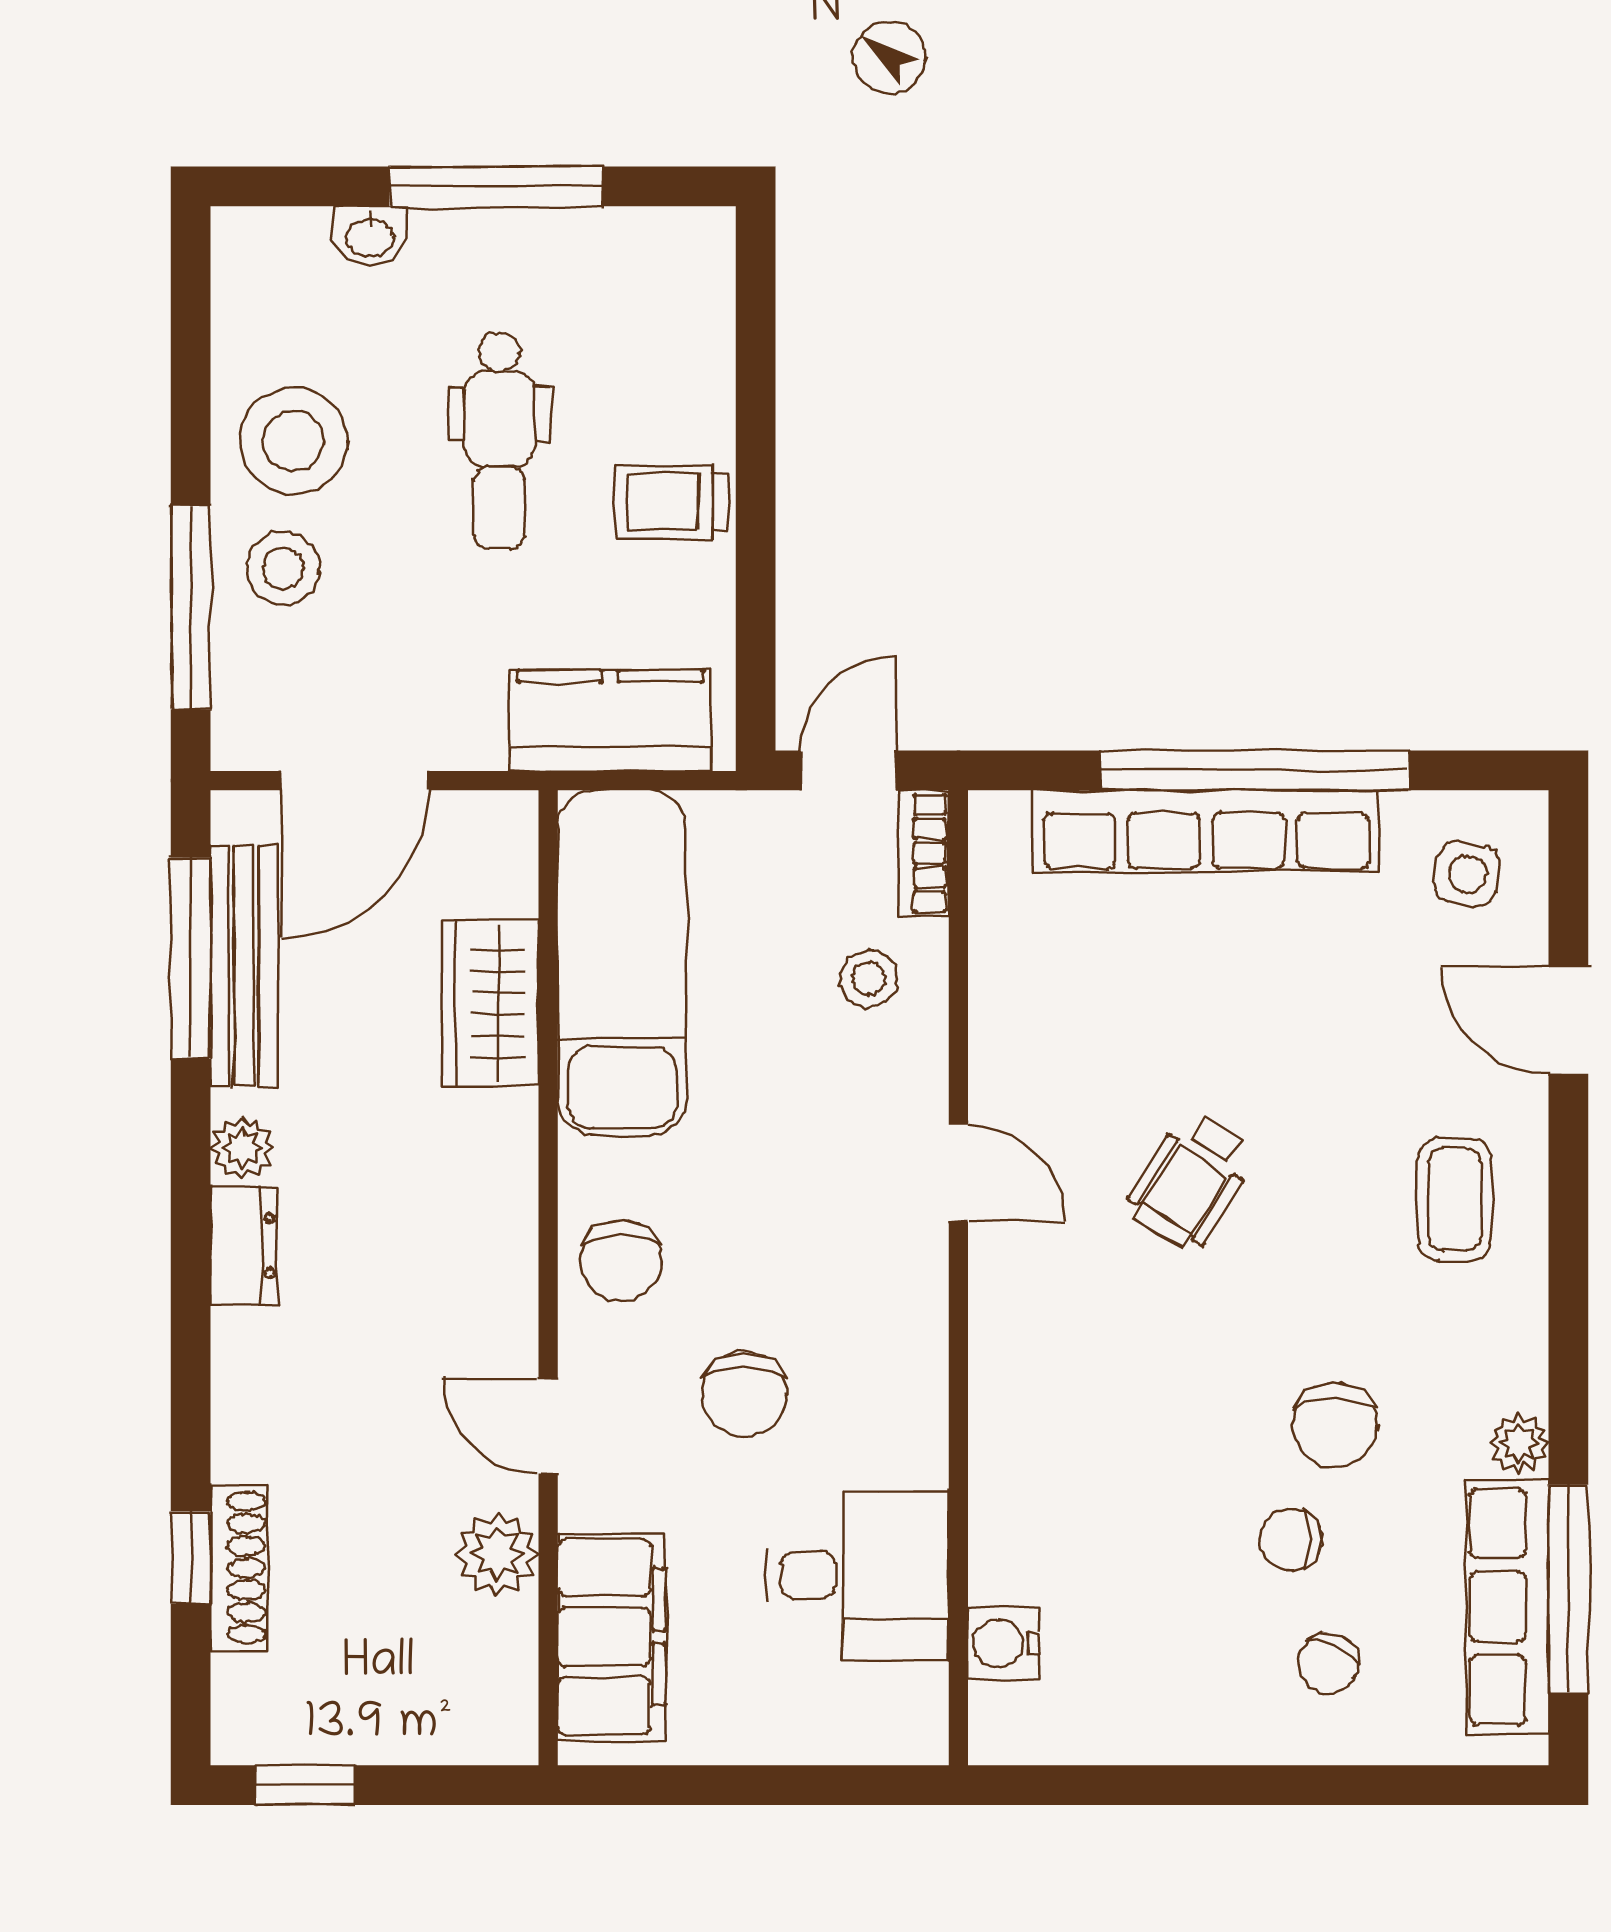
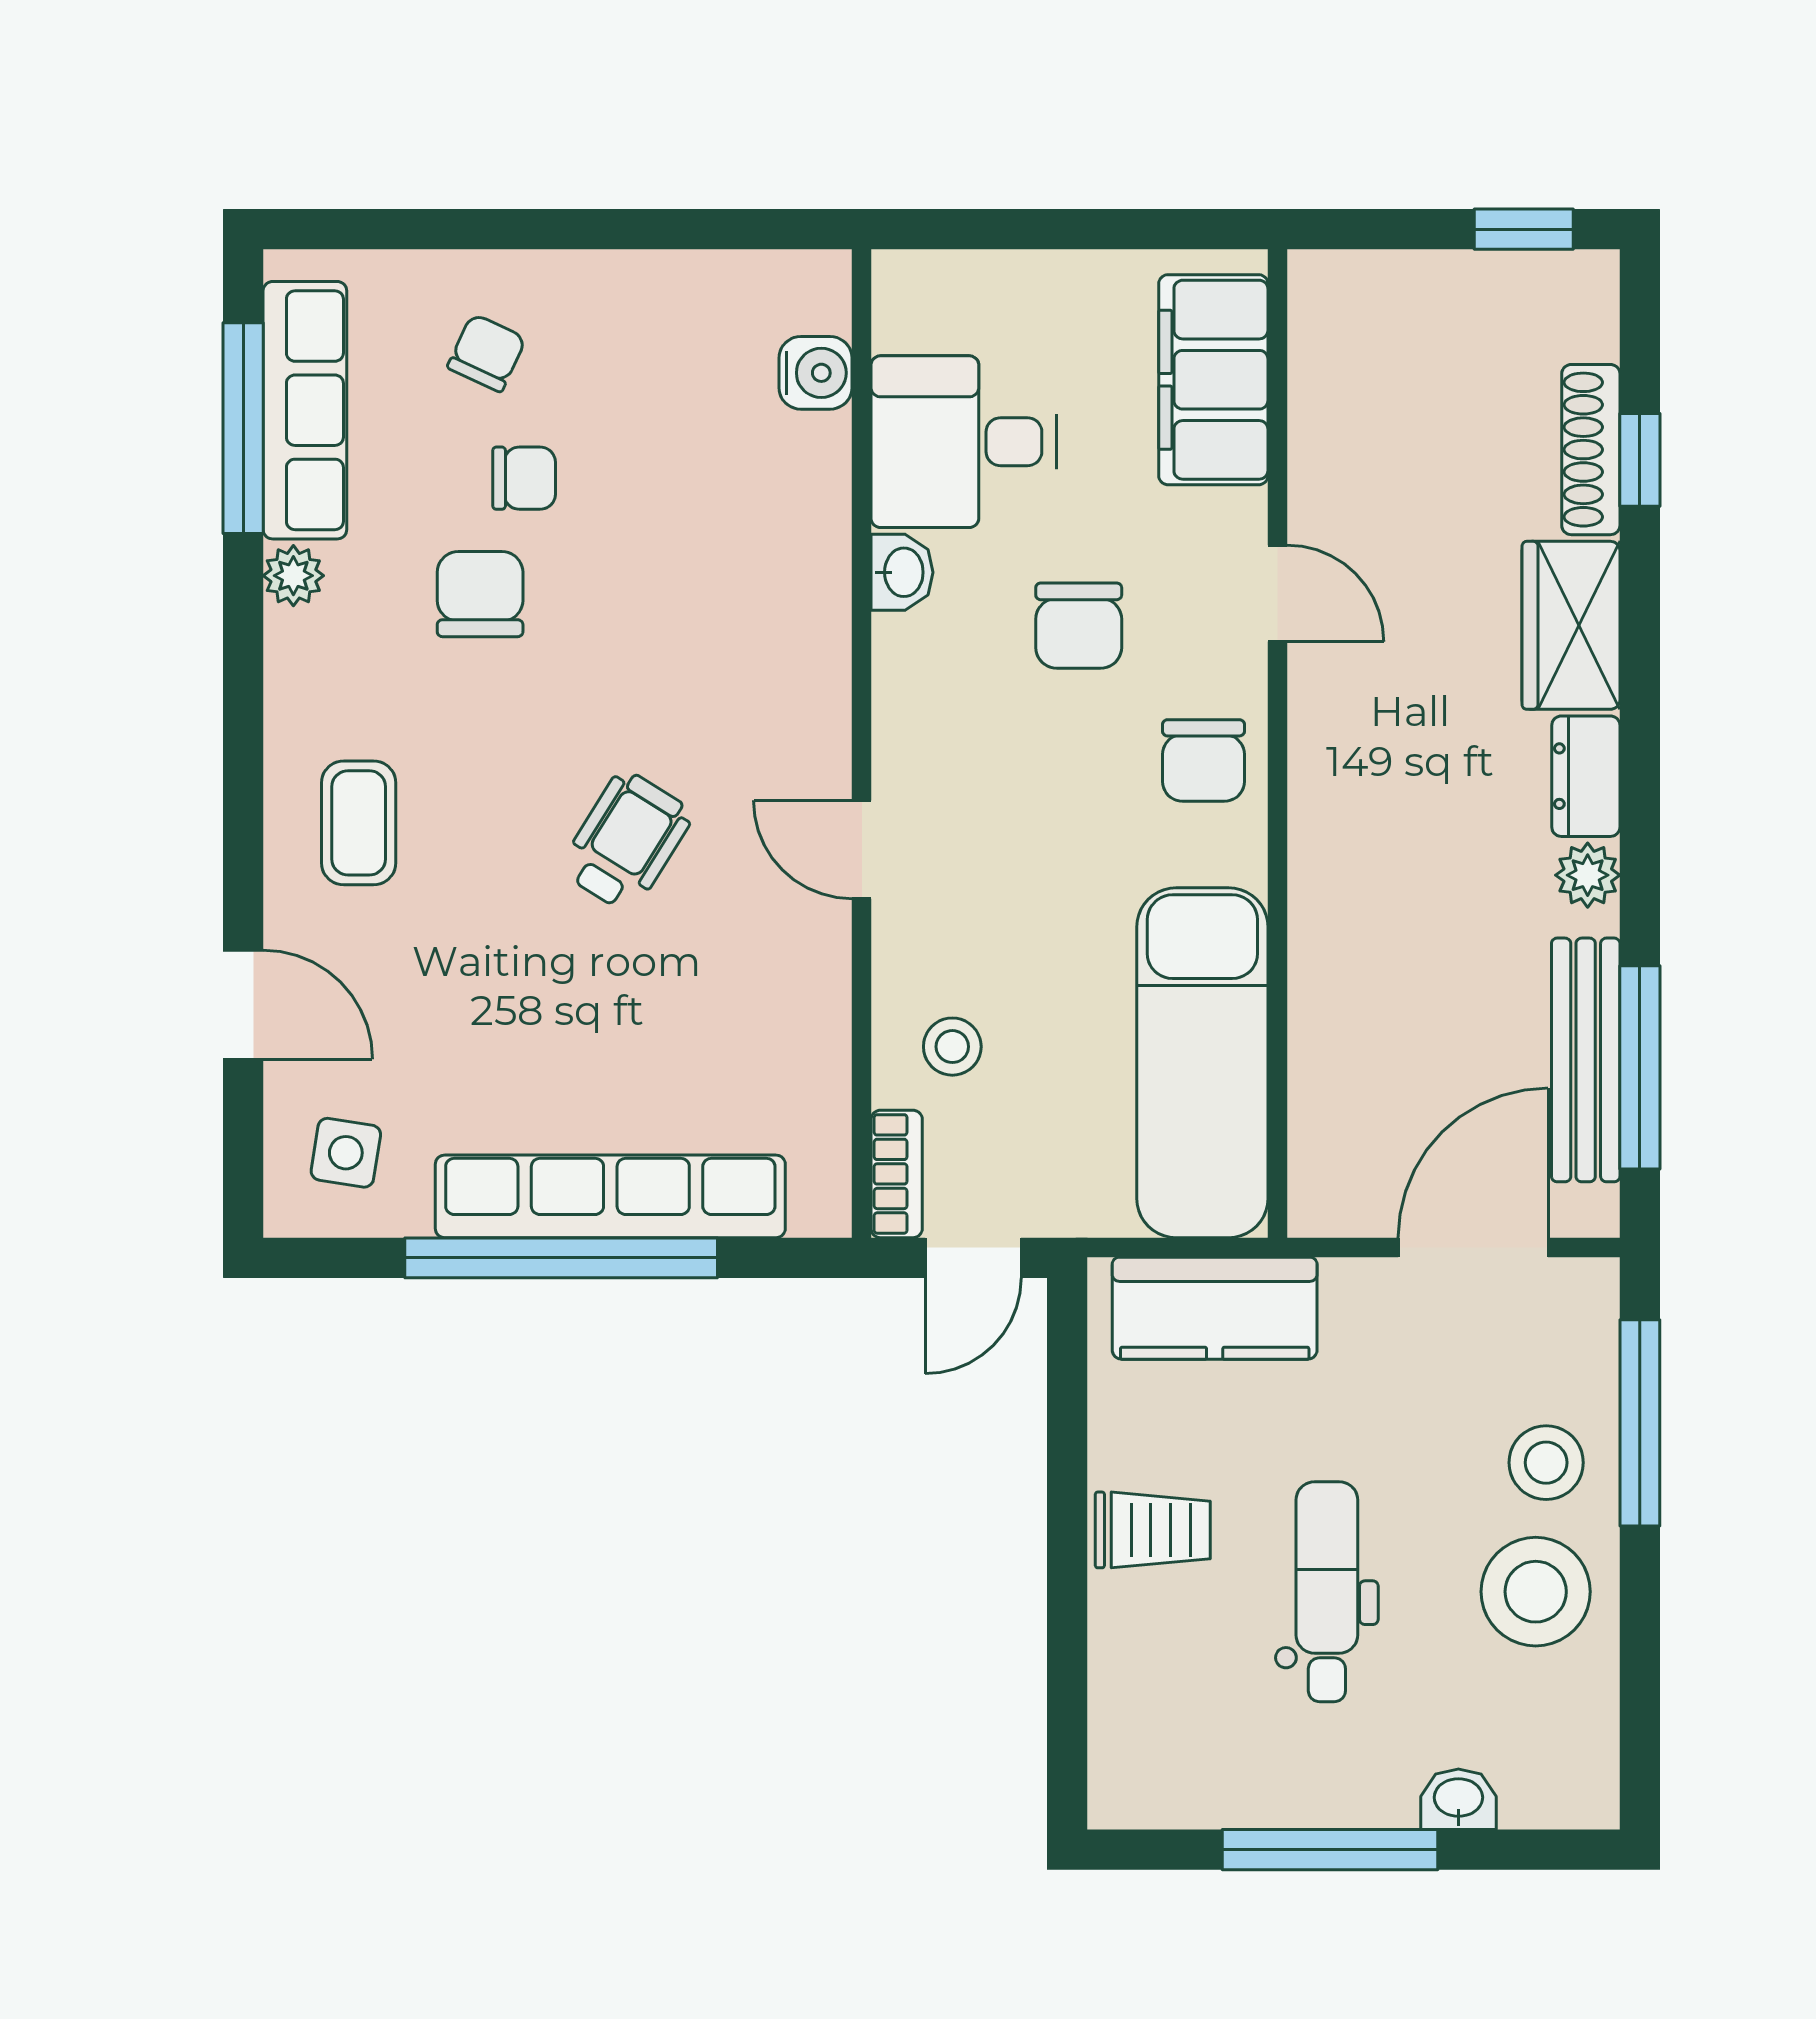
wardrobe: (490, 1003) -> (1571, 625), moved, turned 180
chair: (621, 1261) -> (1203, 761), turned 180
chair: (744, 1394) -> (1079, 626), turned 180
washbasin: (918, 1447) -> (902, 572), added
plant: (497, 1554) -> (1329, 463), removed

